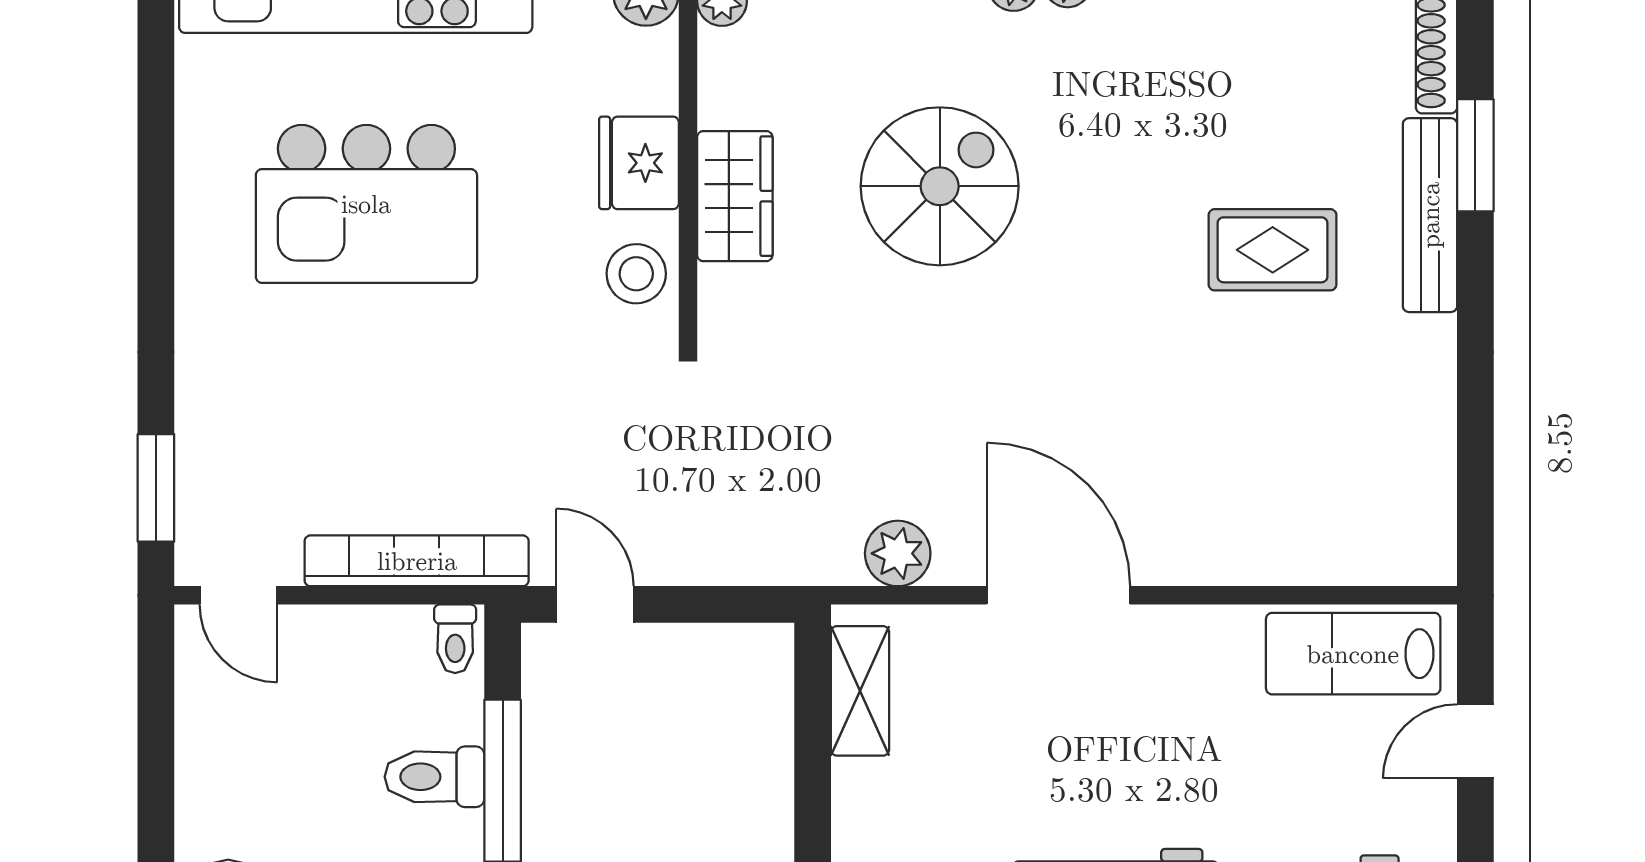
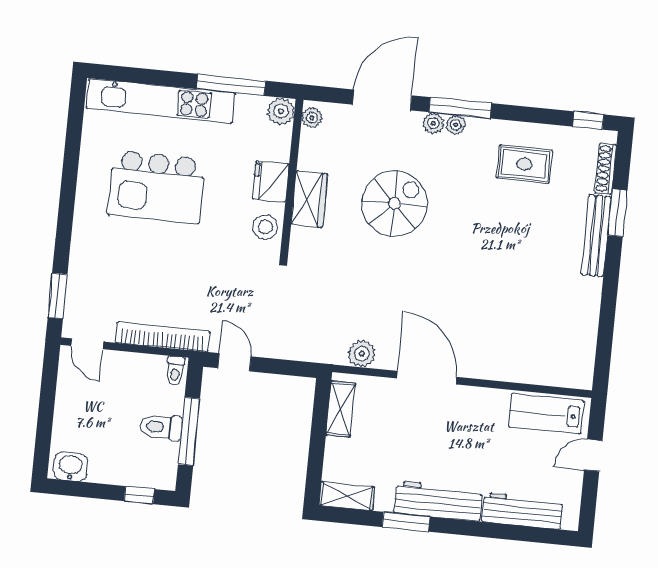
rug: (1273, 250) -> (524, 164), moved

